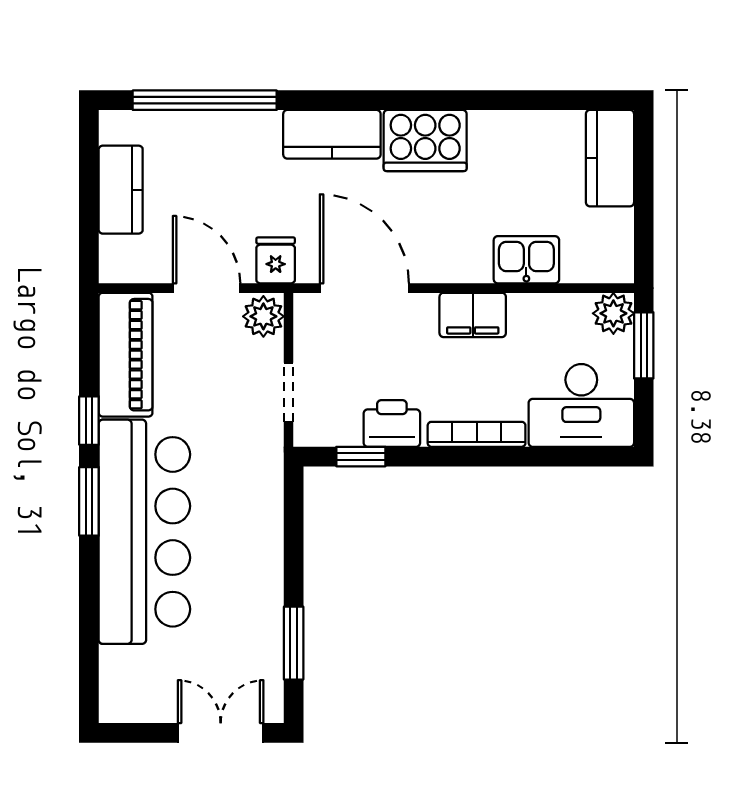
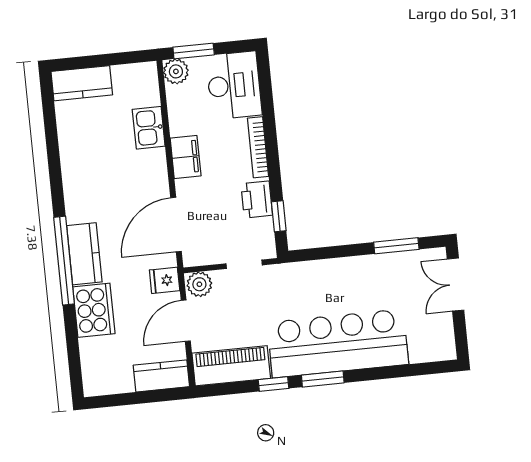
window: (205, 100) -> (64, 261), moved
cooker: (425, 141) -> (94, 310), moved
kitchen counter: (121, 190) -> (161, 376), moved

